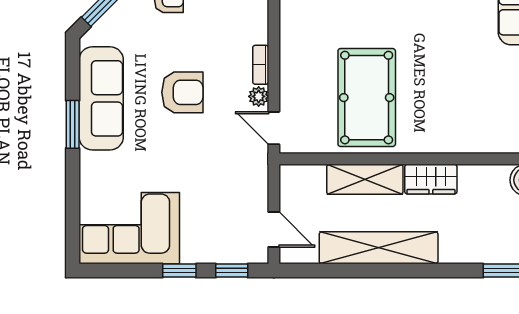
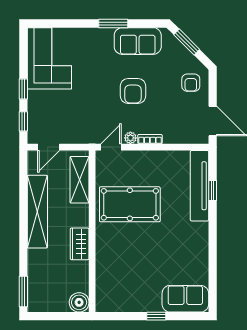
sofa: (101, 98) -> (138, 41), width x0.73
shelving: (365, 179) -> (80, 180), moved

